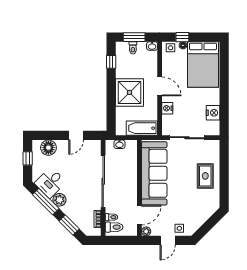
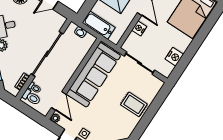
bathtub: (142, 128) -> (99, 25), moved
rug: (205, 176) -> (134, 104), turned 90
door: (139, 215) -> (59, 101), hinge flipped

